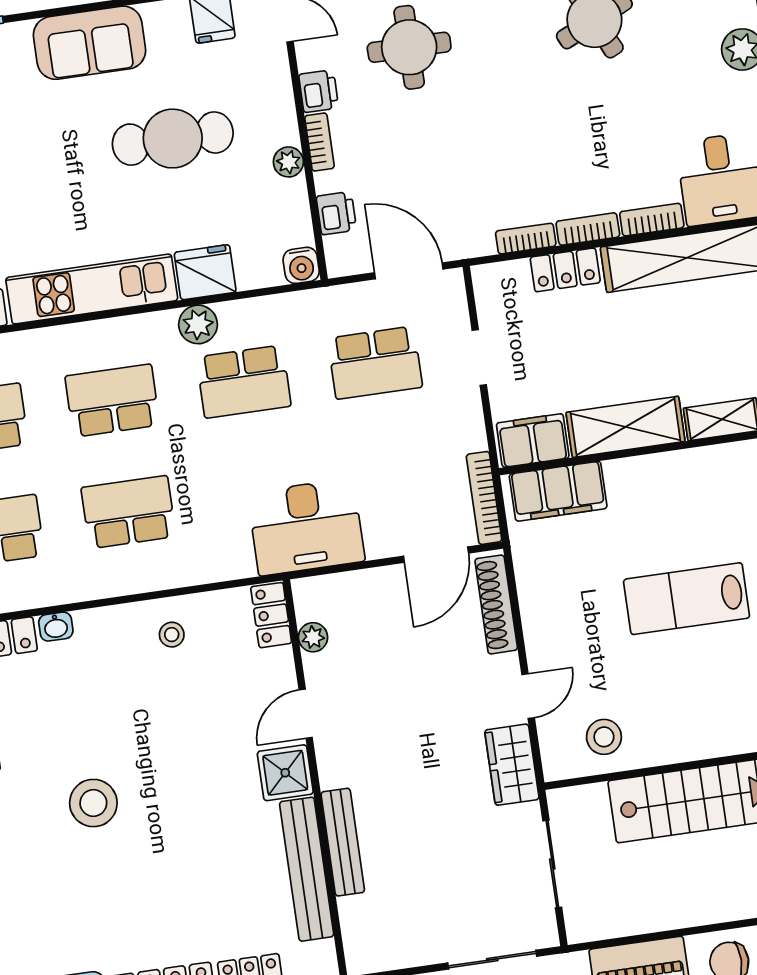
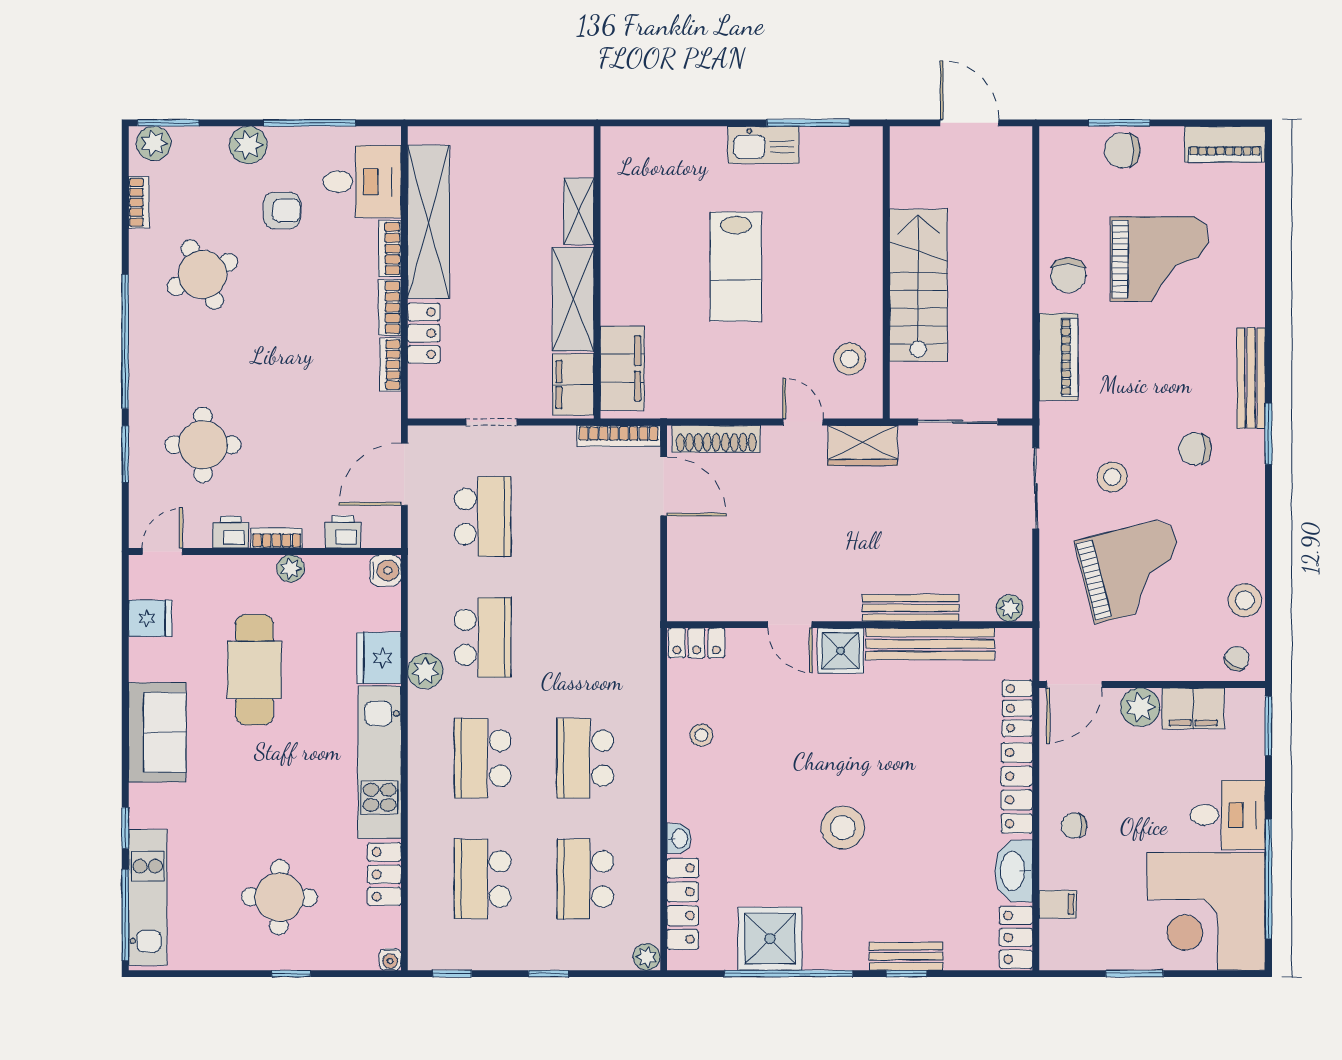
armchair: (676, 97) -> (282, 211), added
desk: (306, 527) -> (622, 600), removed
plant: (313, 637) -> (1010, 608), moved

